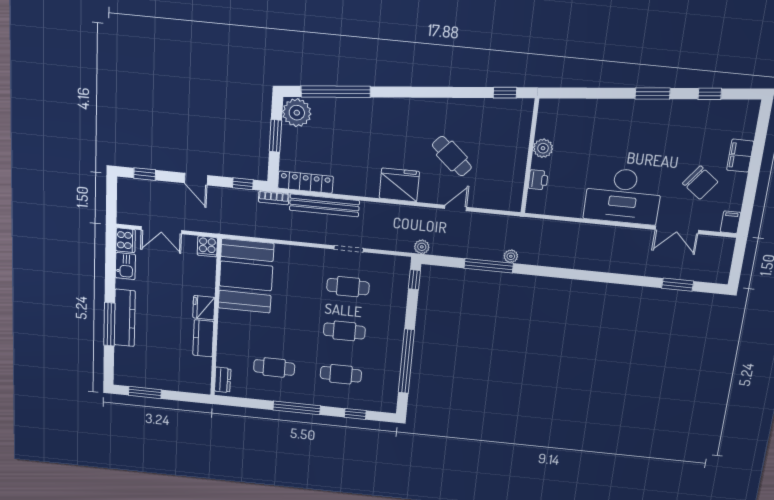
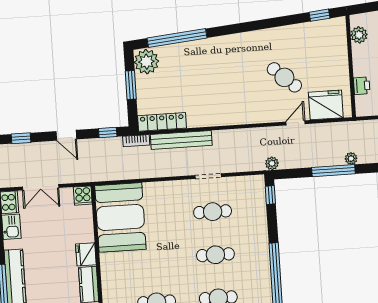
plant: (543, 148) -> (359, 35), moved
fridge: (399, 185) -> (326, 105), moved

